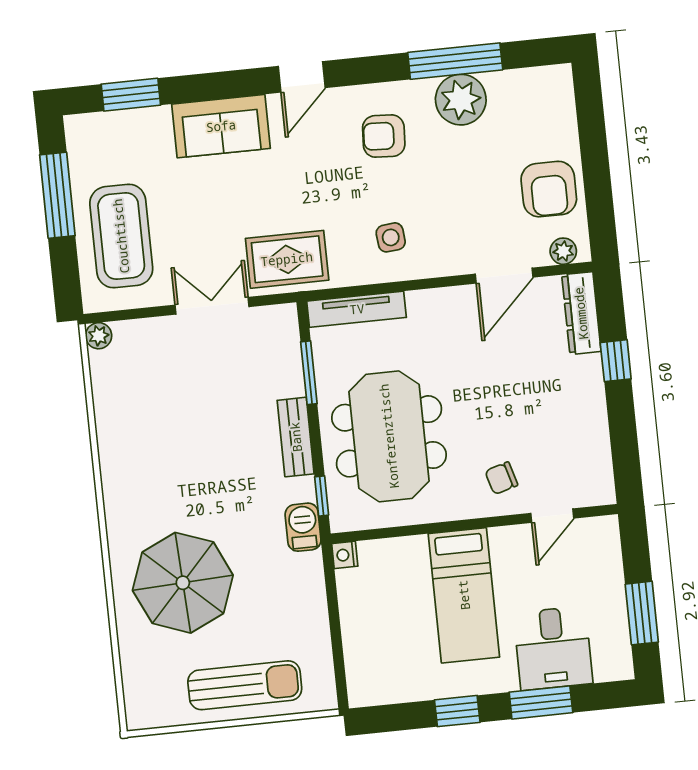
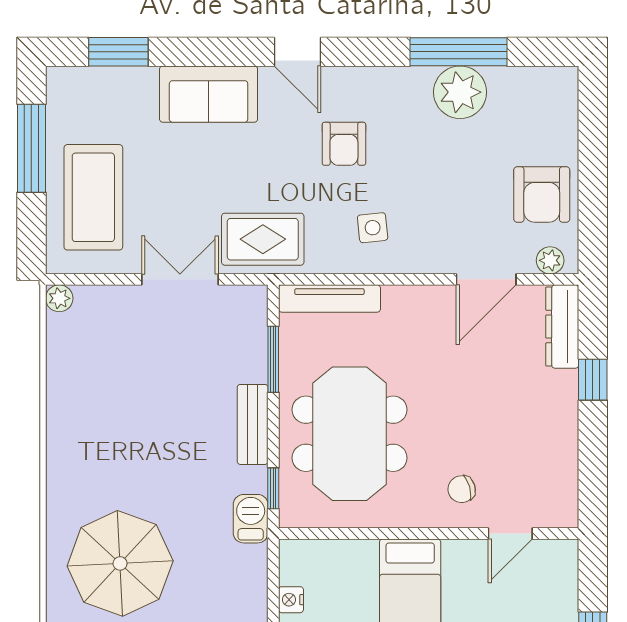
door: (302, 77) -> (297, 52), hinge flipped
armchair: (384, 136) -> (344, 144), moved, turned -93
nightstand: (345, 555) -> (291, 600), moved

